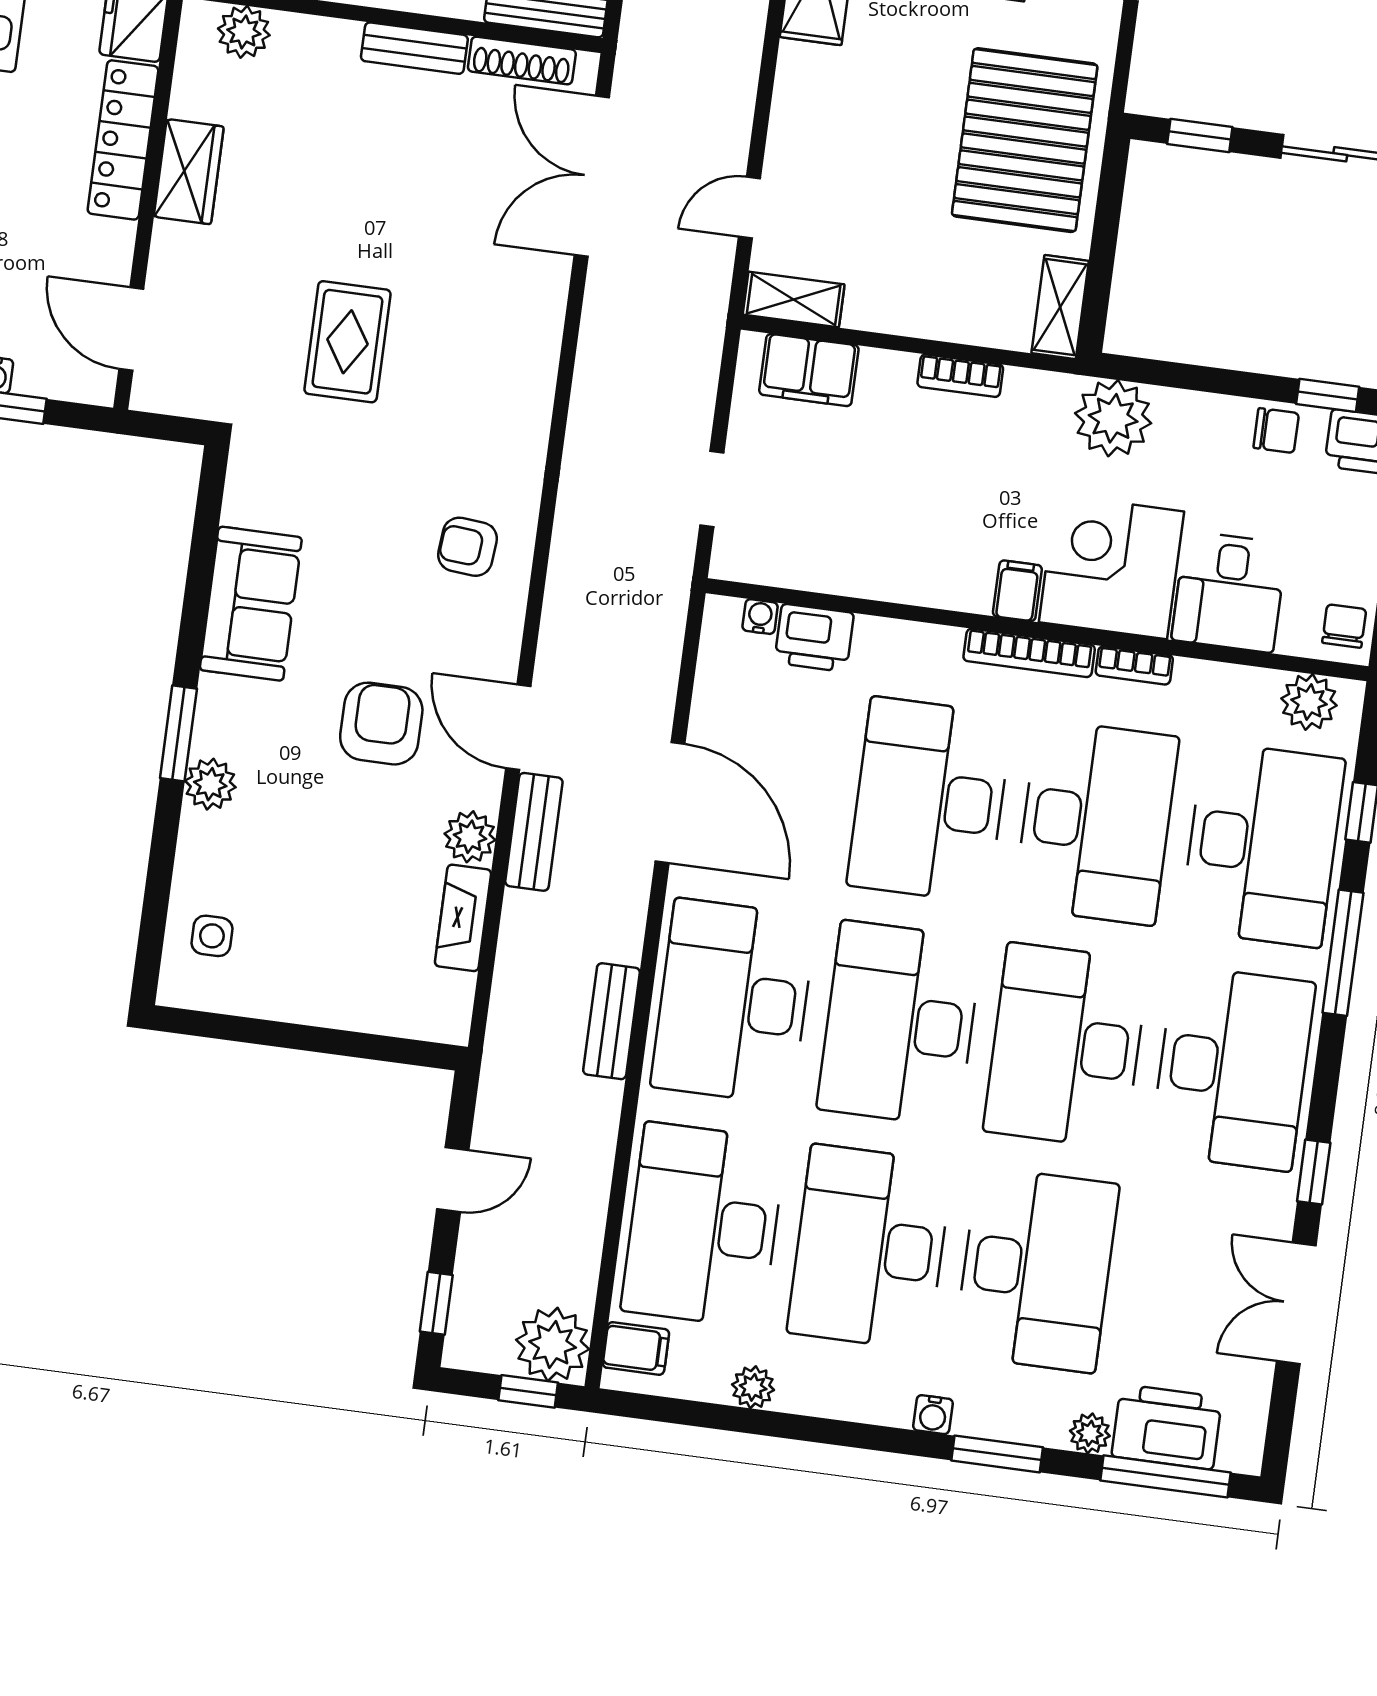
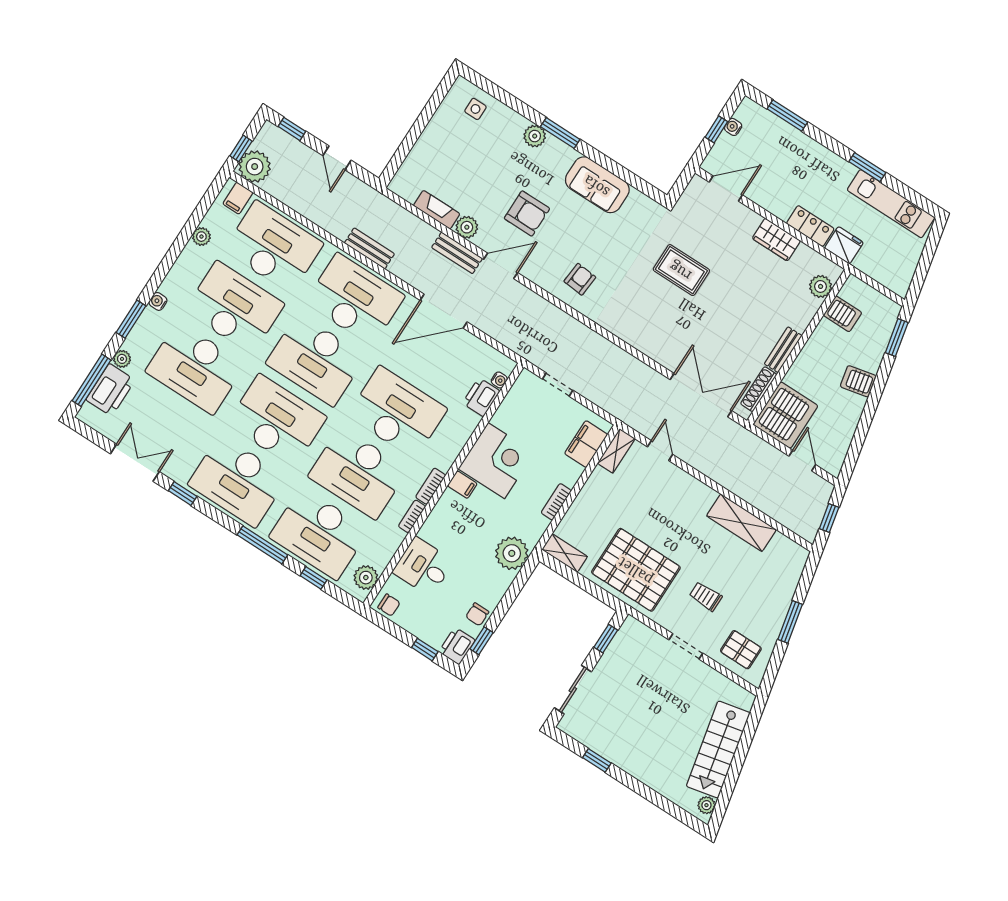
locker: (123, 140) -> (810, 226), width x0.66
corner desk: (1111, 567) -> (496, 461), moved
bookcase: (1029, 653) -> (431, 486), width x0.64
desk: (900, 1024) -> (316, 360), turned 180

